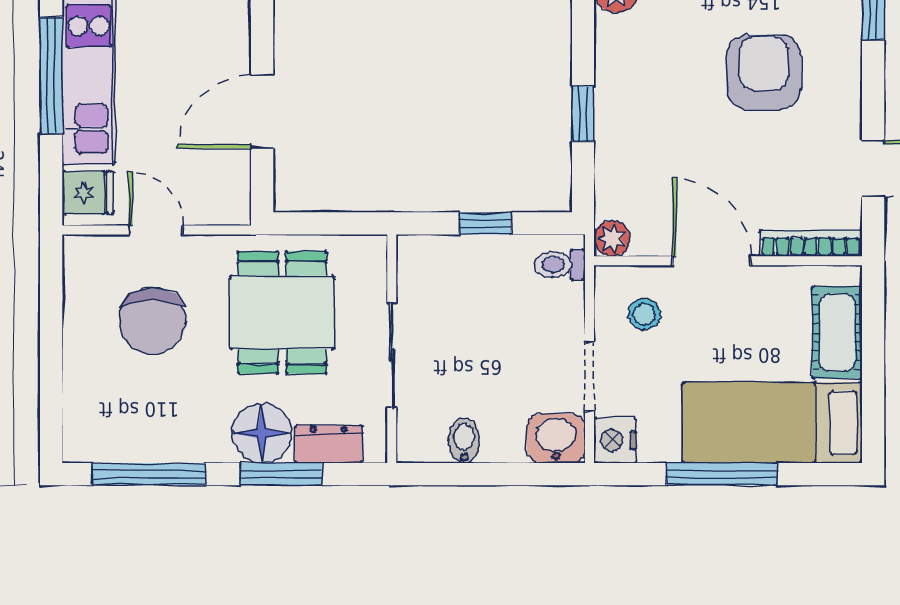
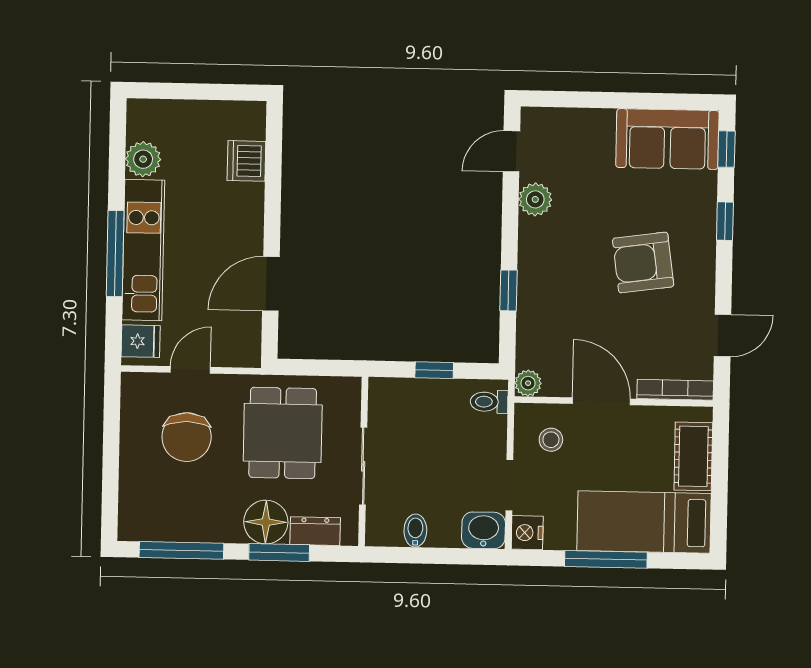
armchair: (764, 72) -> (643, 263), turned -98
door: (156, 230) -> (190, 370), hinge flipped

